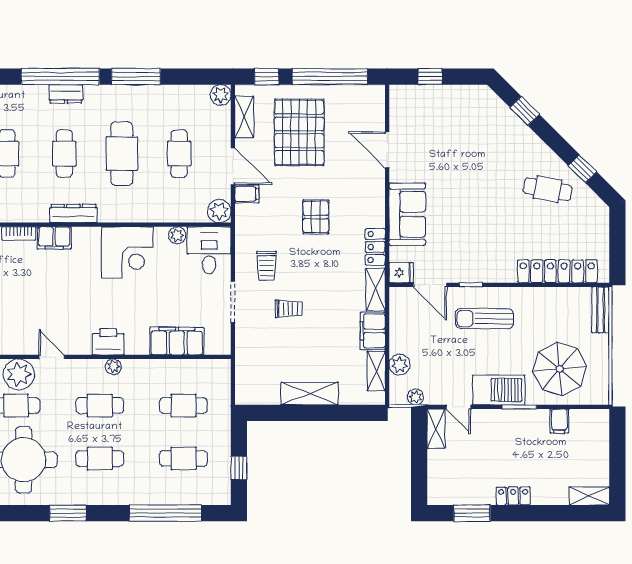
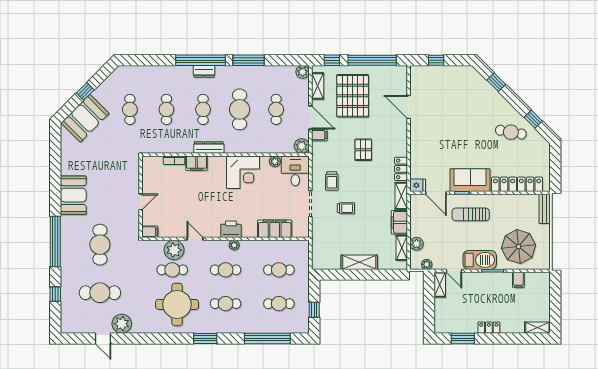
sofa: (407, 214) -> (470, 180), moved, turned -90

